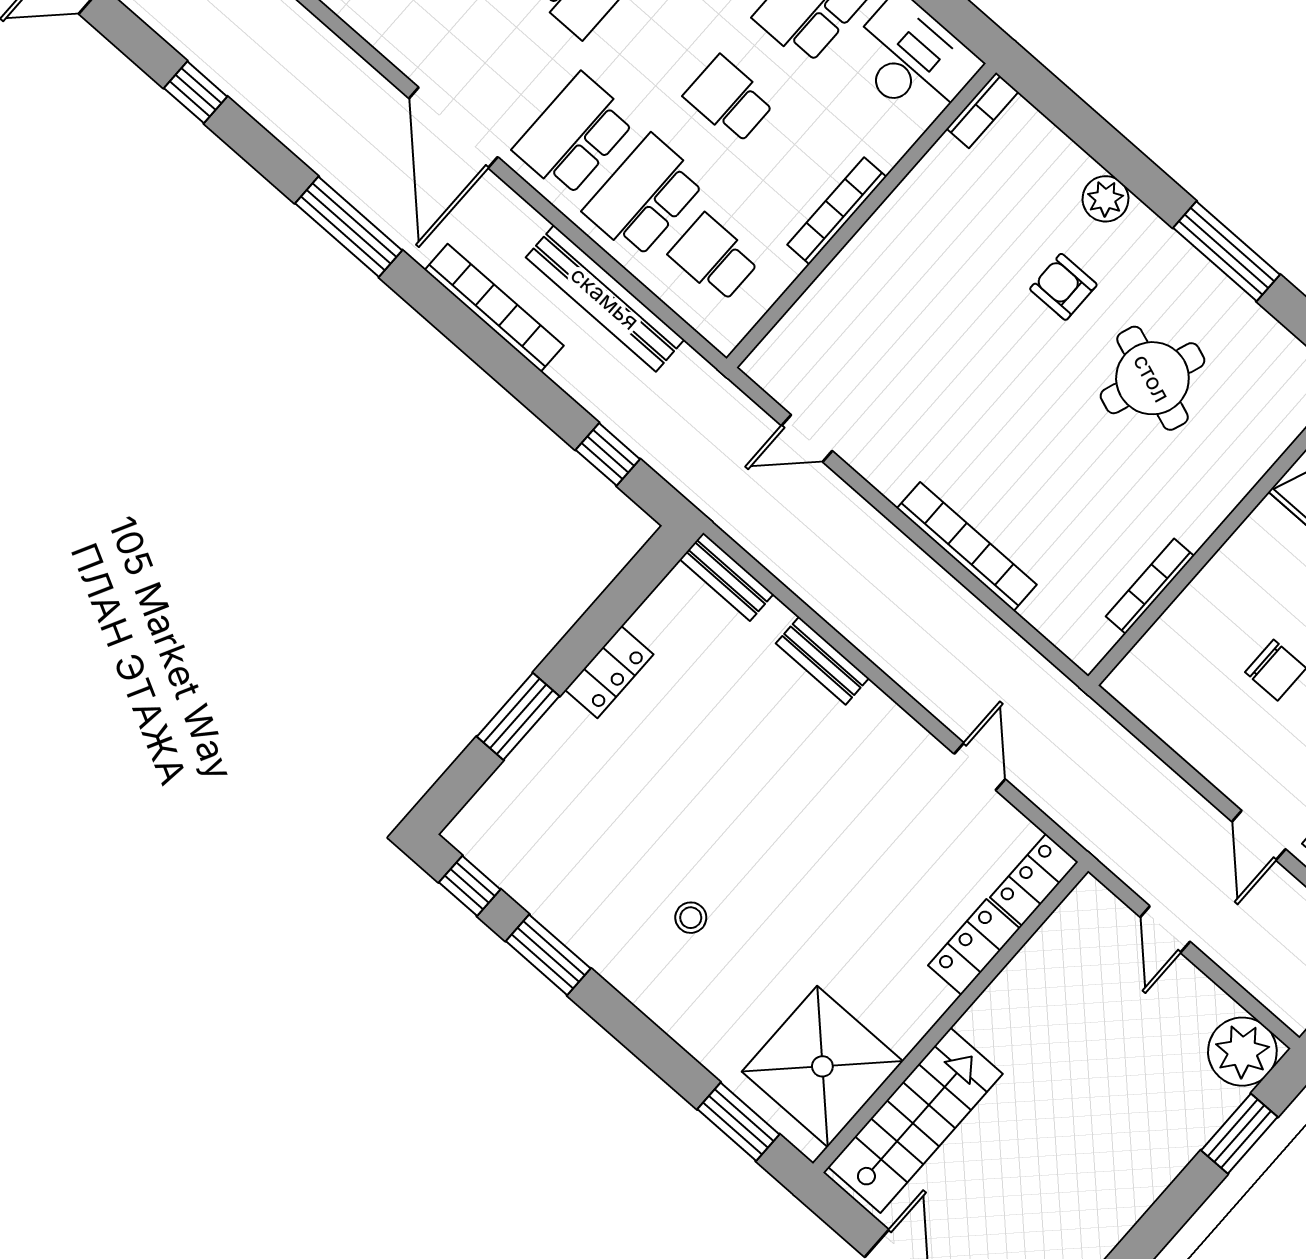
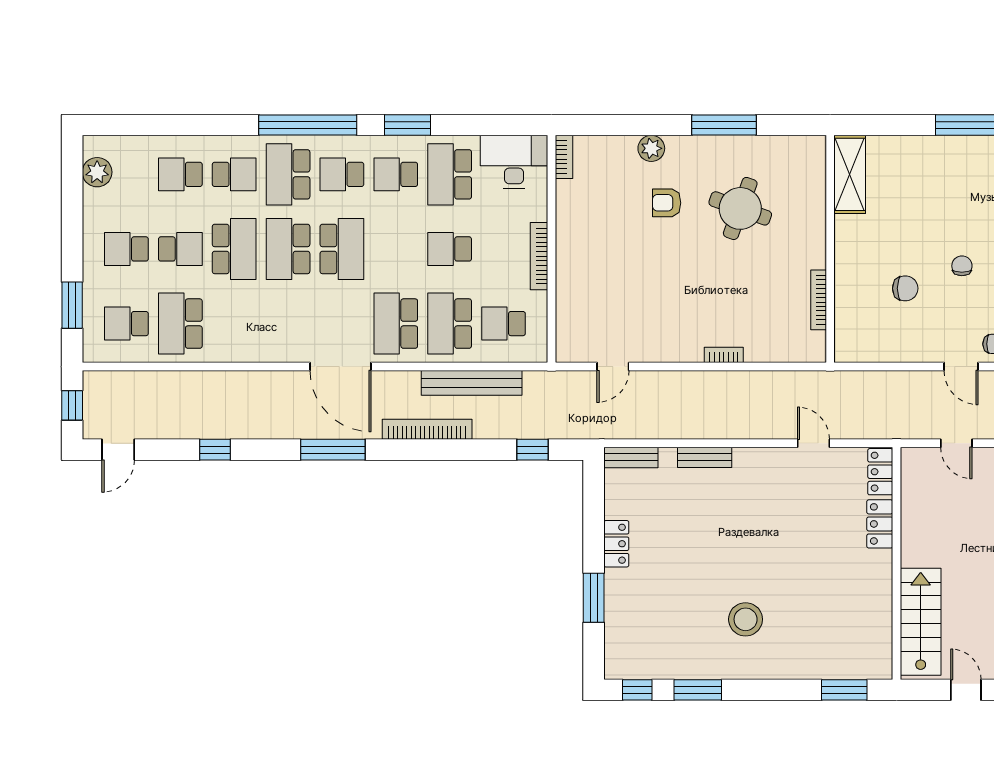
bookcase: (967, 546) -> (724, 355), width x0.43, depth x0.76
stool: (691, 918) -> (746, 619), width x1.89, depth x1.89
shower: (822, 1066) -> (860, 634), removed

